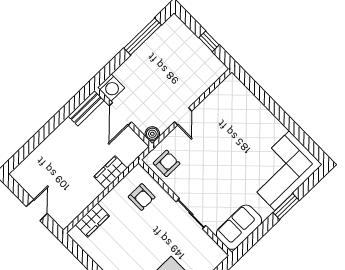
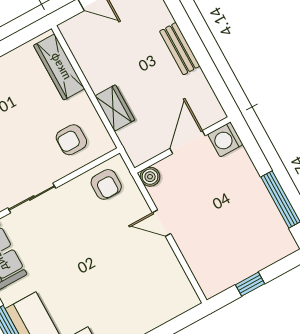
bench: (86, 108) -> (180, 49), moved
door: (120, 114) -> (188, 142), hinge flipped
wardrobe: (92, 220) -> (59, 67), width x1.50

